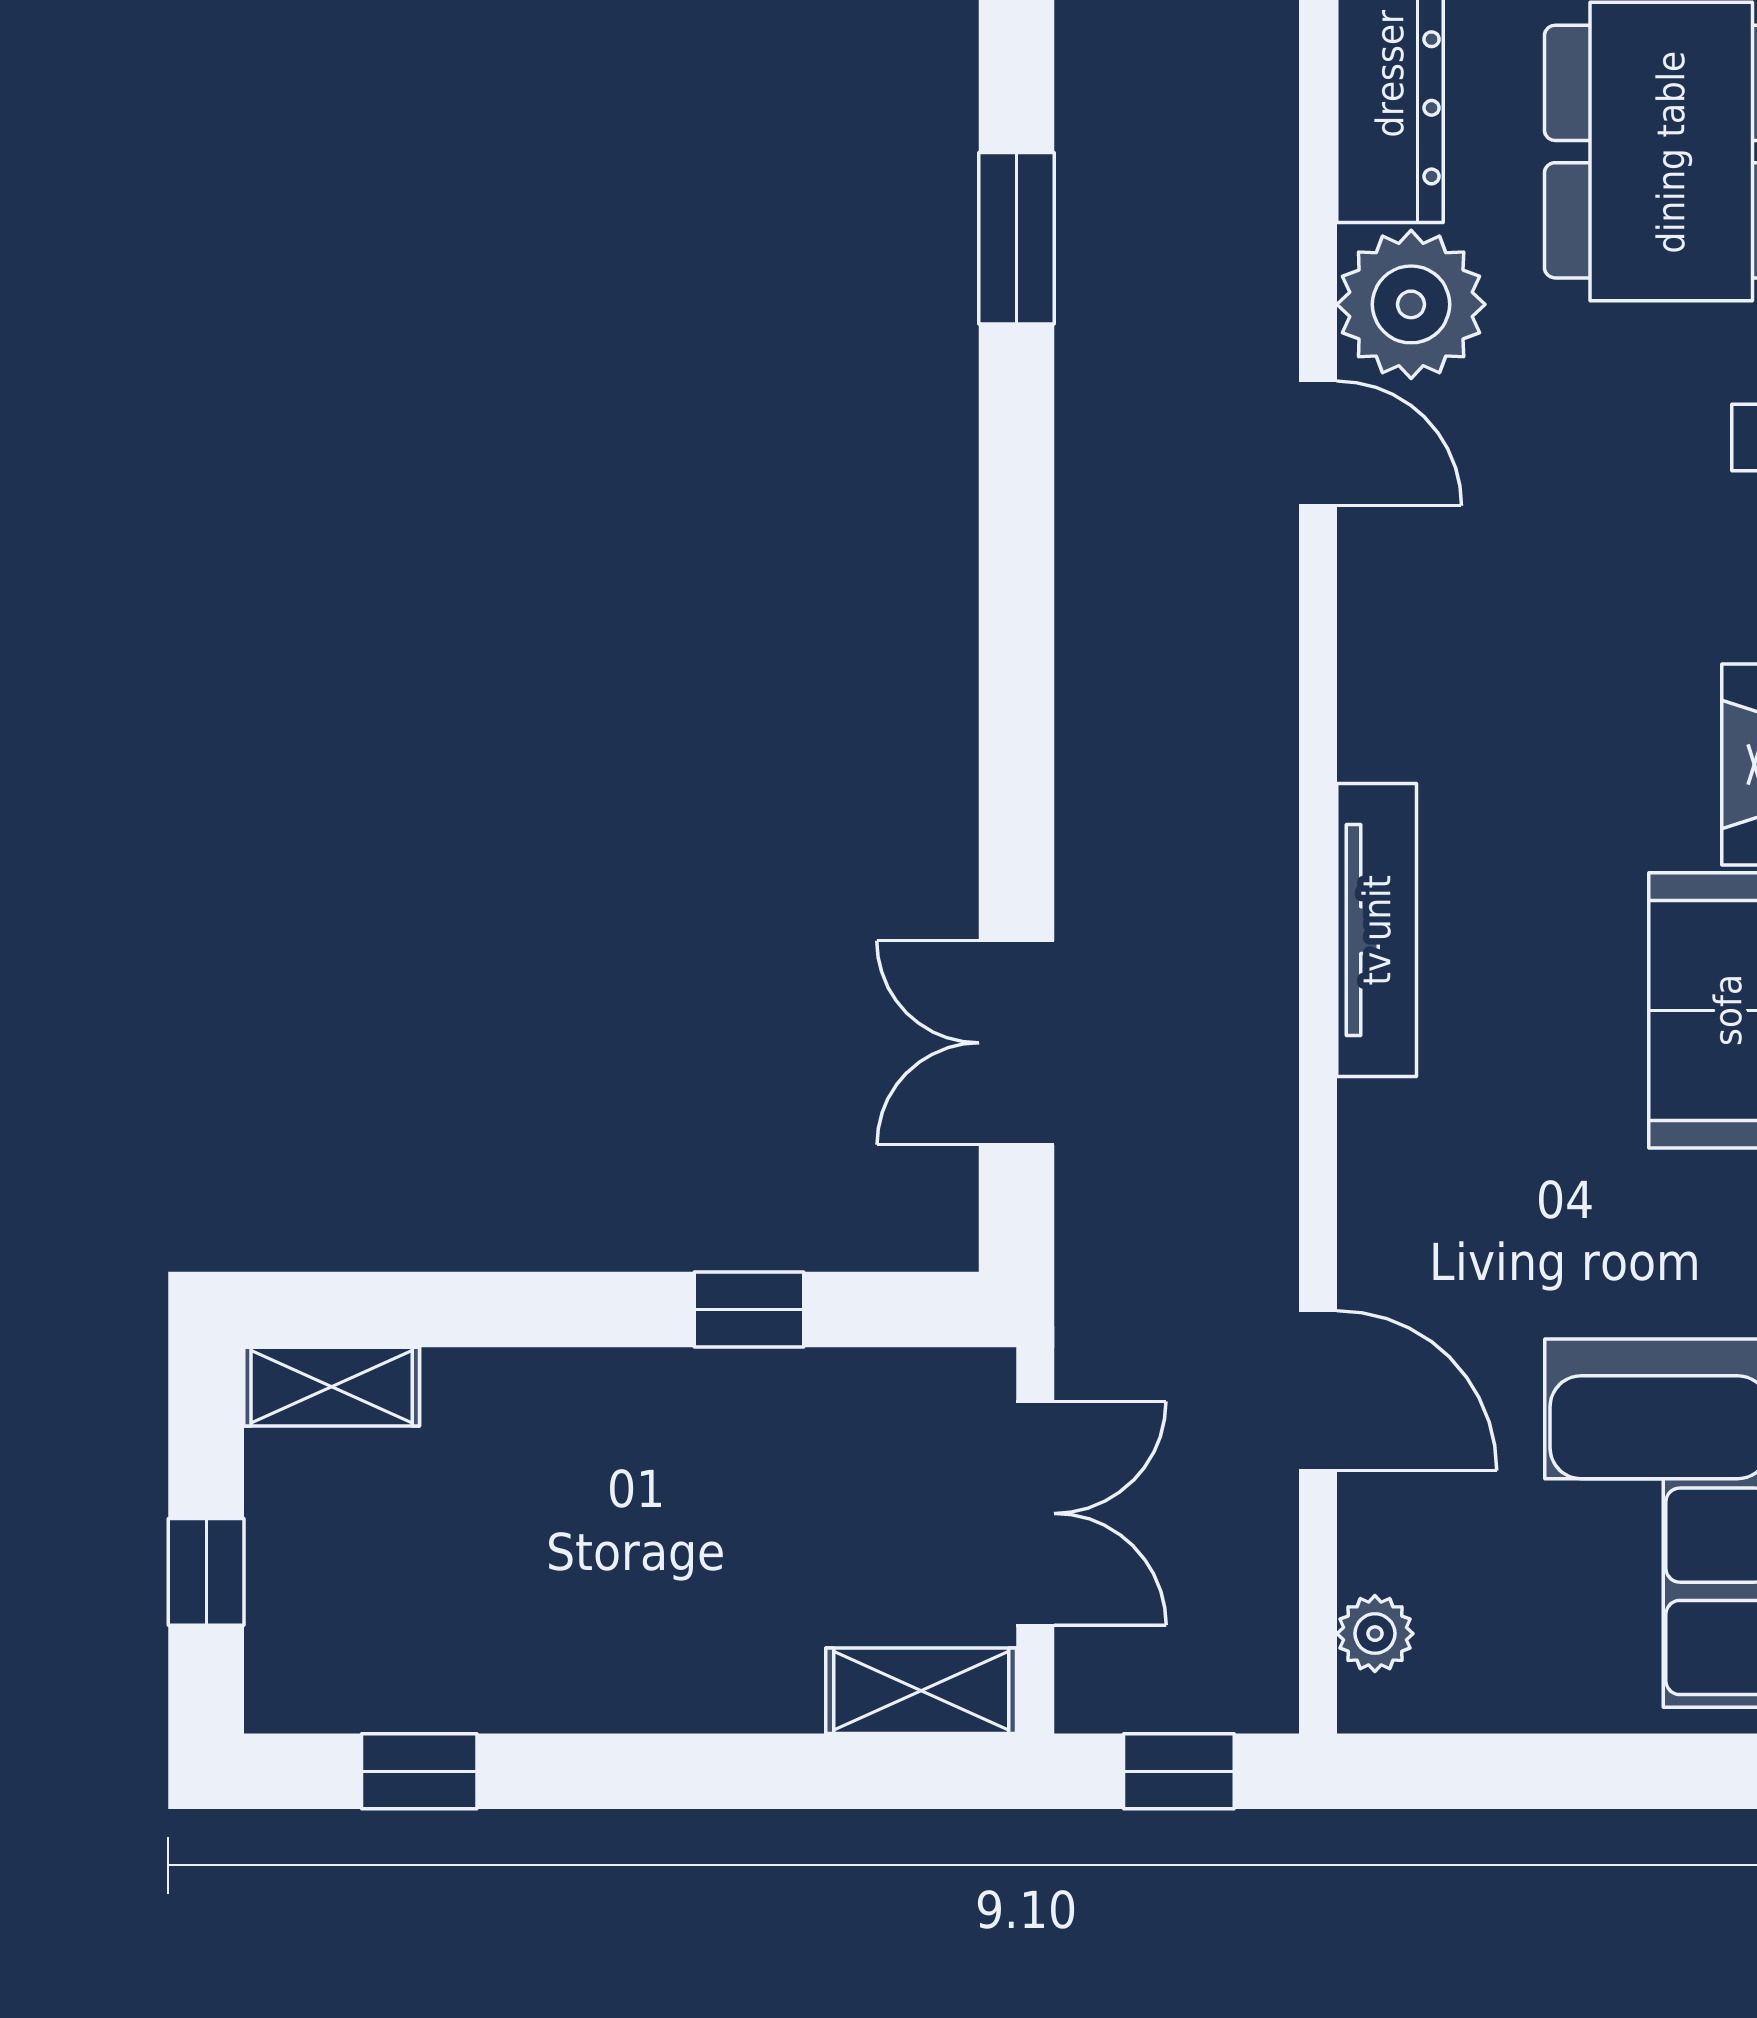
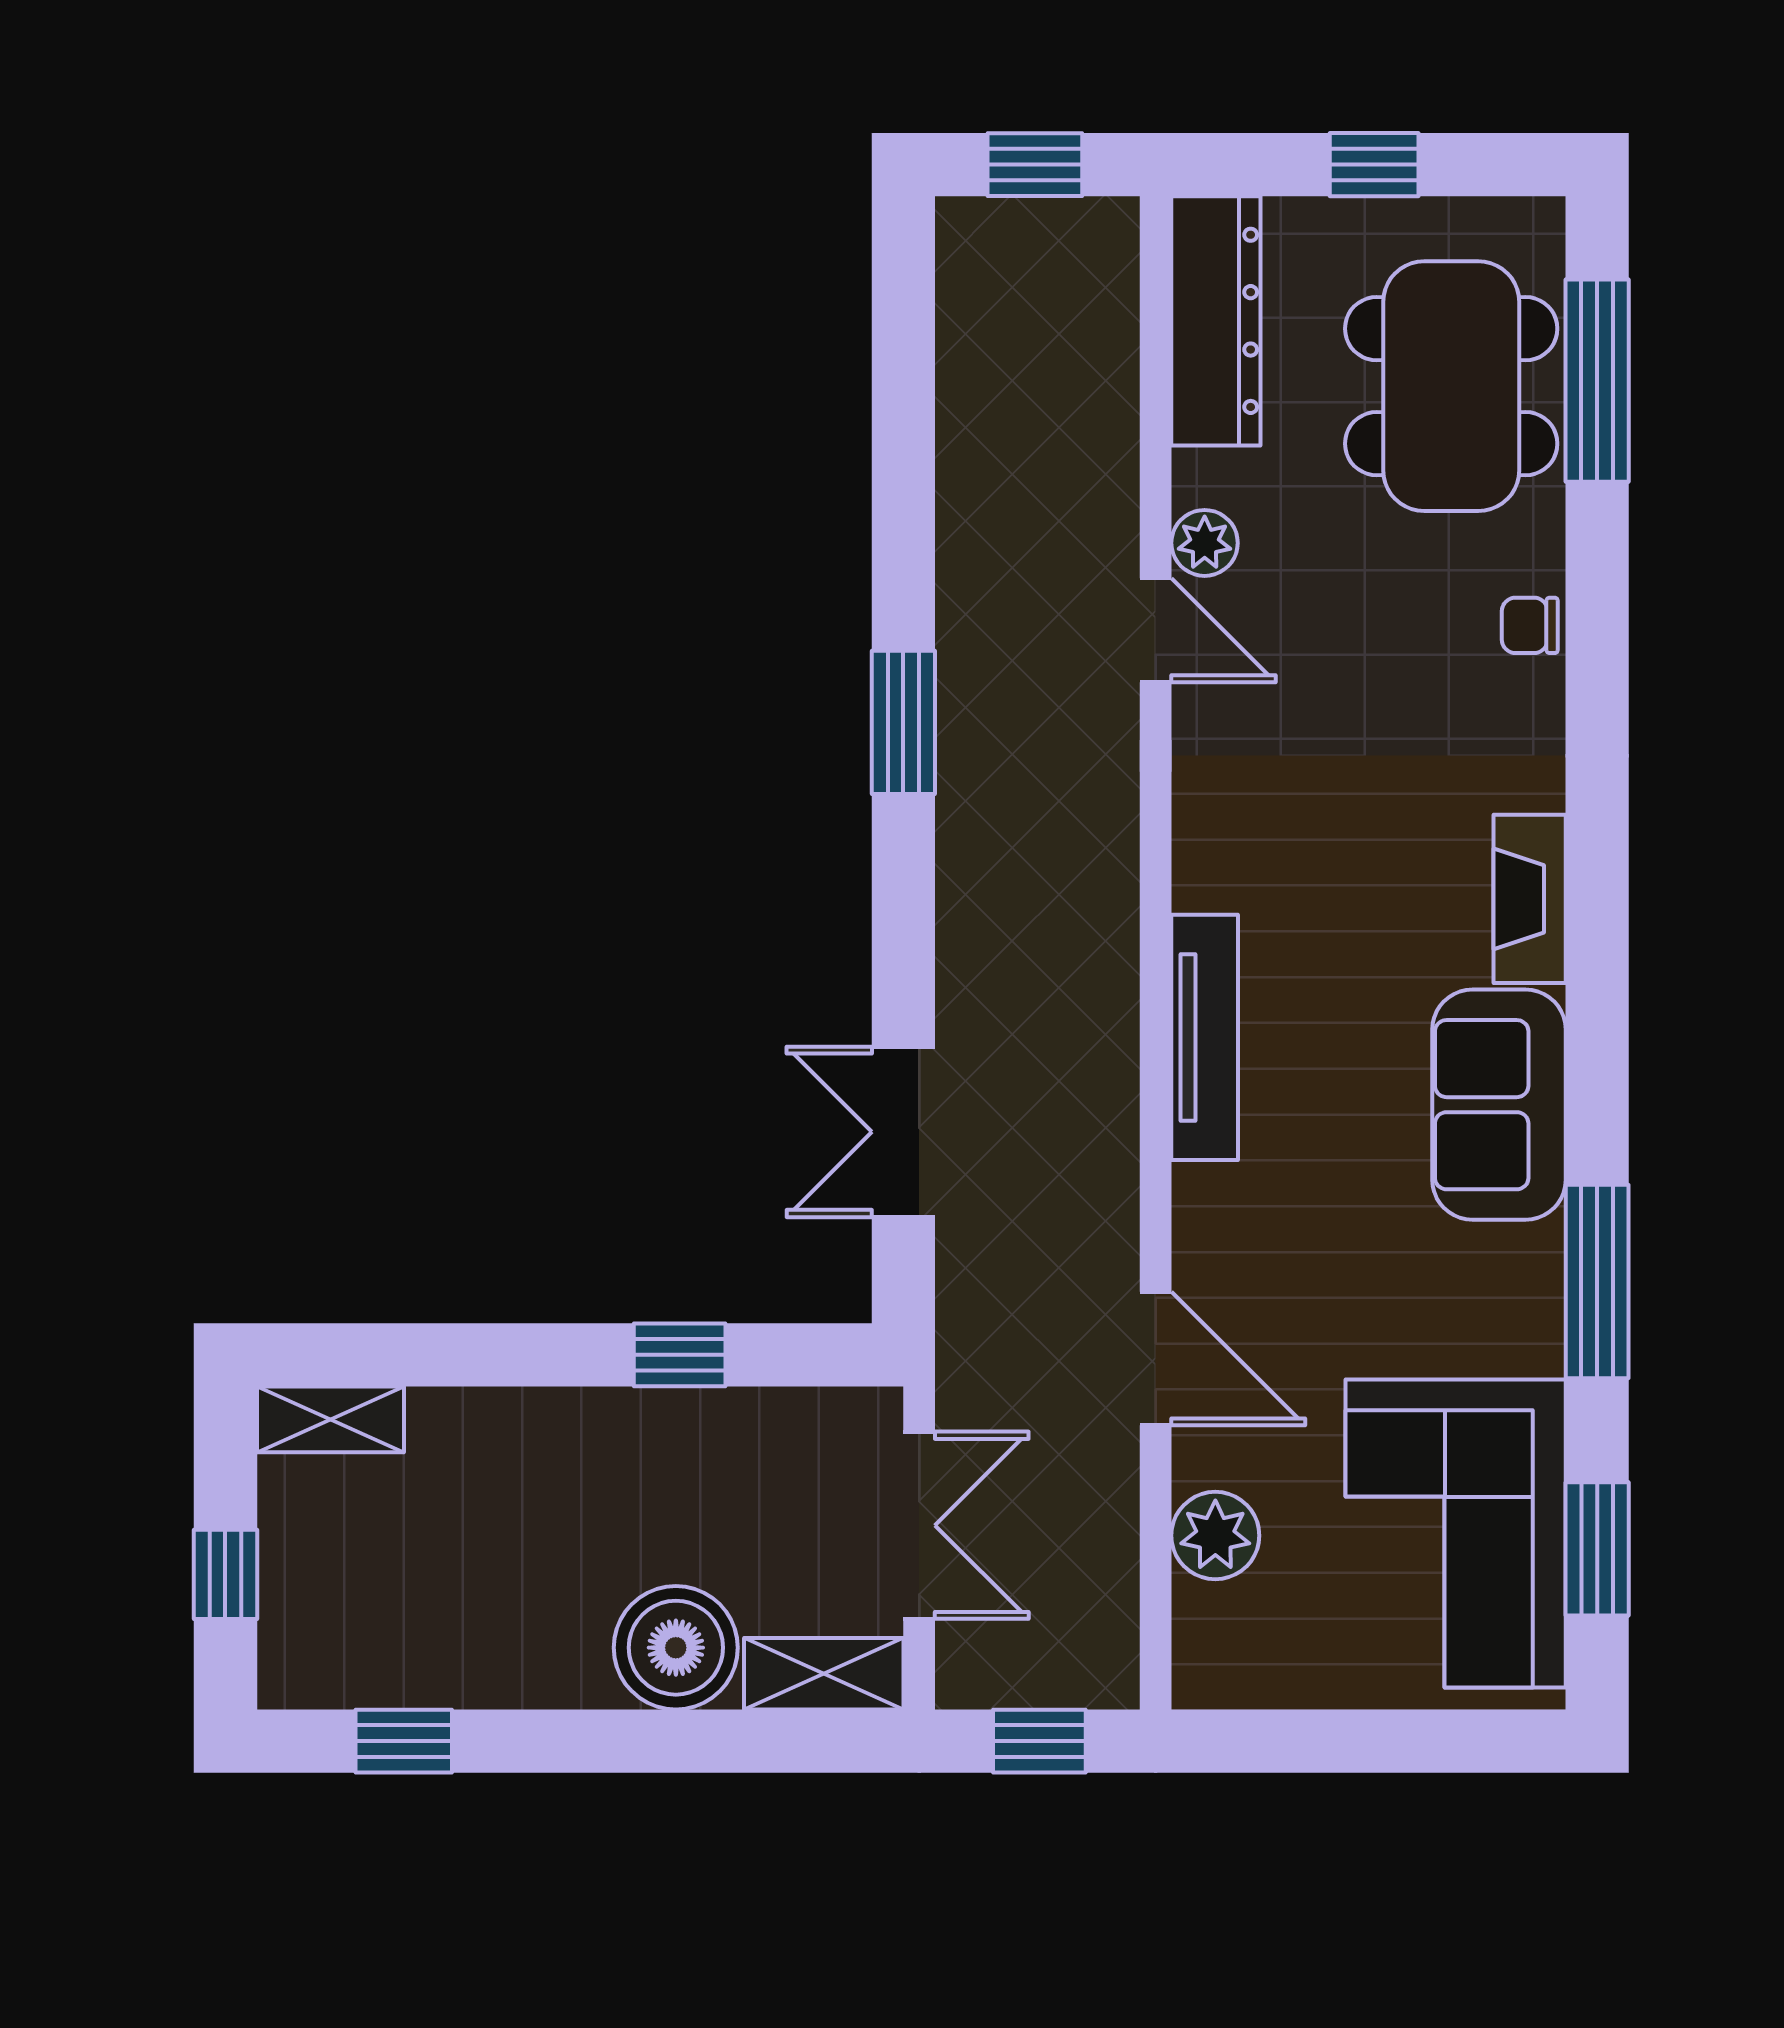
window: (1016, 238) -> (903, 722), moved
plant: (1411, 304) -> (1205, 543), width x0.53, depth x0.53
door: (1318, 1391) -> (1156, 1359), moved
plant: (1375, 1634) -> (1215, 1536), moved, width x1.38, depth x1.38
boiler: (744, 1660) -> (676, 1648), added

